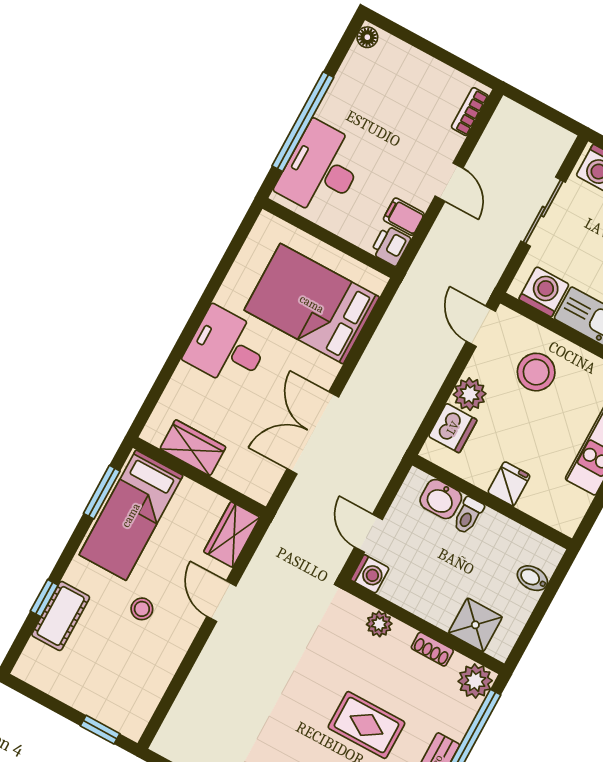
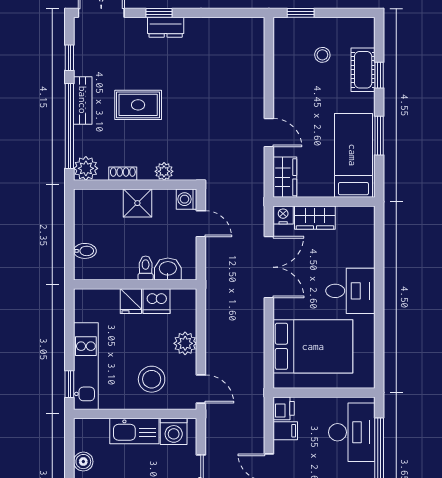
dishwasher: (453, 428) -> (156, 301), moved, turned -90
wardrobe: (193, 448) -> (315, 218), moved
nightstand: (260, 488) -> (283, 215), added
window: (102, 492) -> (379, 136), moved
stool: (142, 609) -> (322, 55), moved
shower: (475, 625) -> (137, 203), moved

